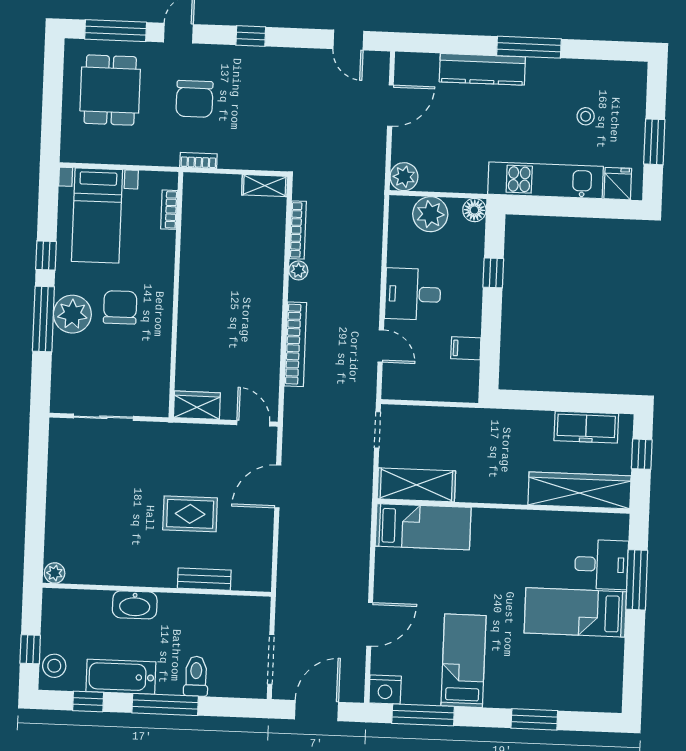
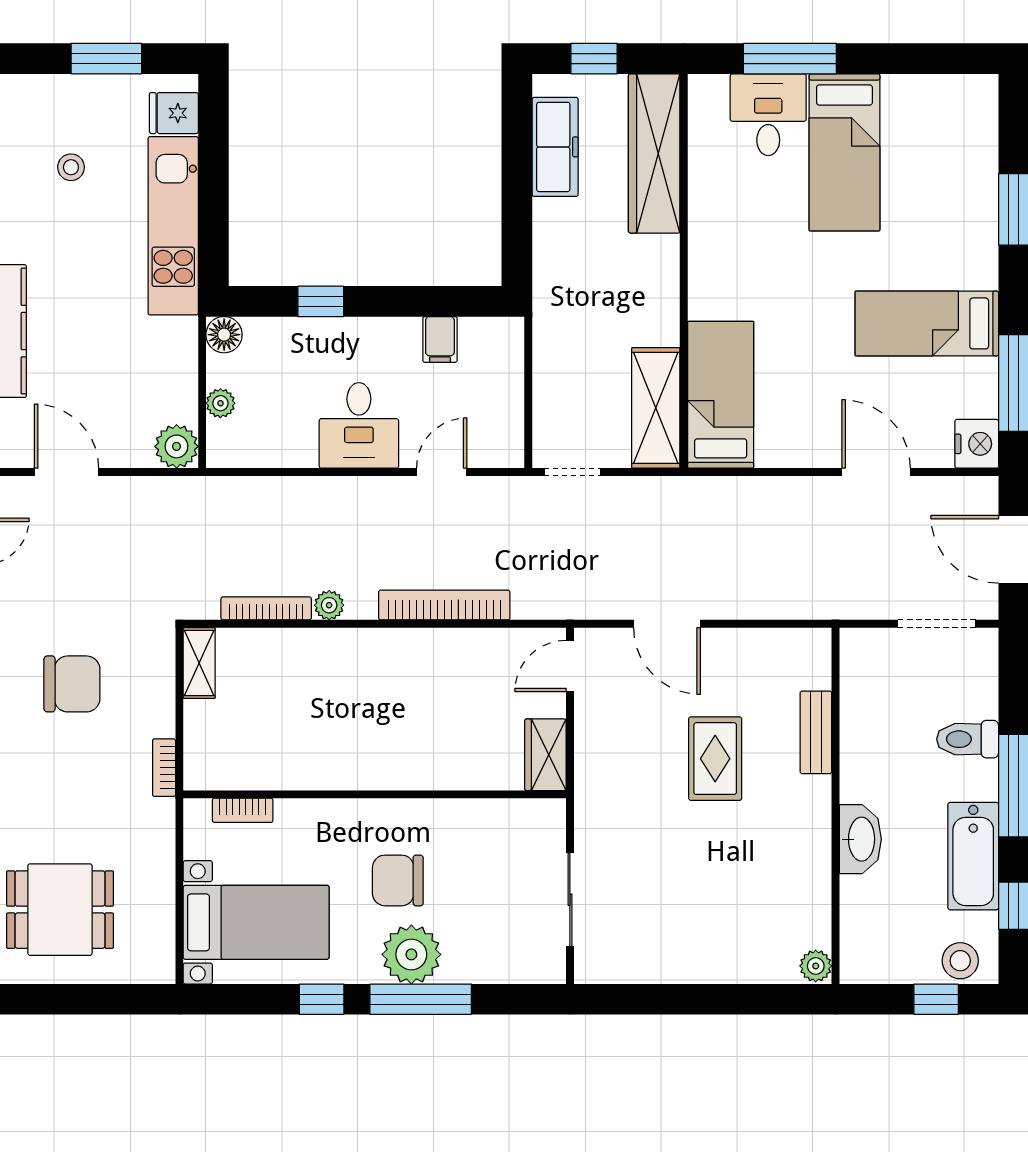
chair: (194, 99) -> (72, 684), moved
plant: (430, 214) -> (220, 403), width x0.53, depth x0.53

